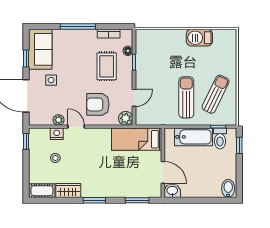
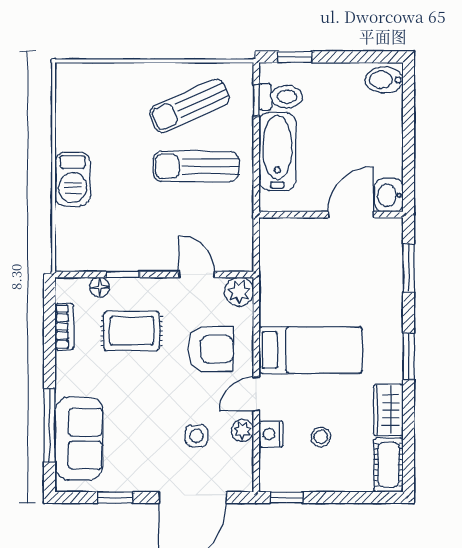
window: (78, 27) -> (50, 425), moved
barbecue: (199, 38) -> (73, 179), moved
sofa: (40, 49) -> (79, 439), moved, turned 90
side table: (51, 80) -> (196, 436), moved
sun lounger: (216, 94) -> (189, 106), turned -50
armchair: (98, 104) -> (210, 349), turned -90
bed: (137, 139) -> (311, 350), moved, turned -90

